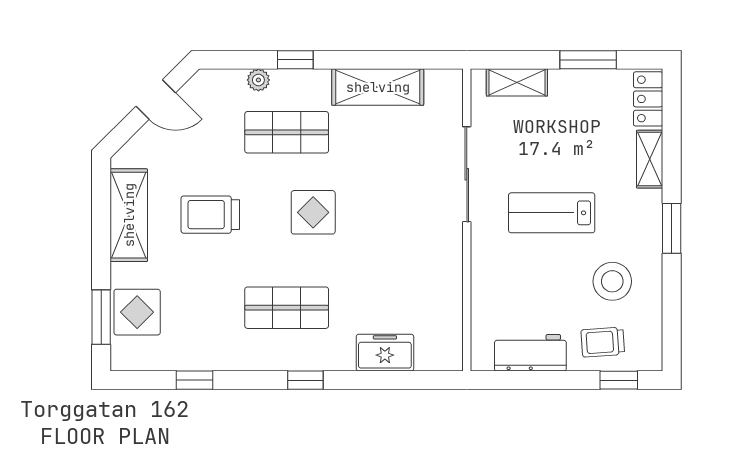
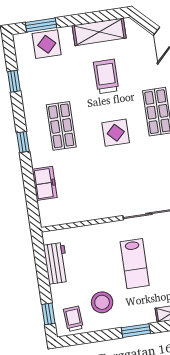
lab bench: (552, 213) -> (135, 264), turned 180
trolley: (603, 342) -> (73, 319), moved

